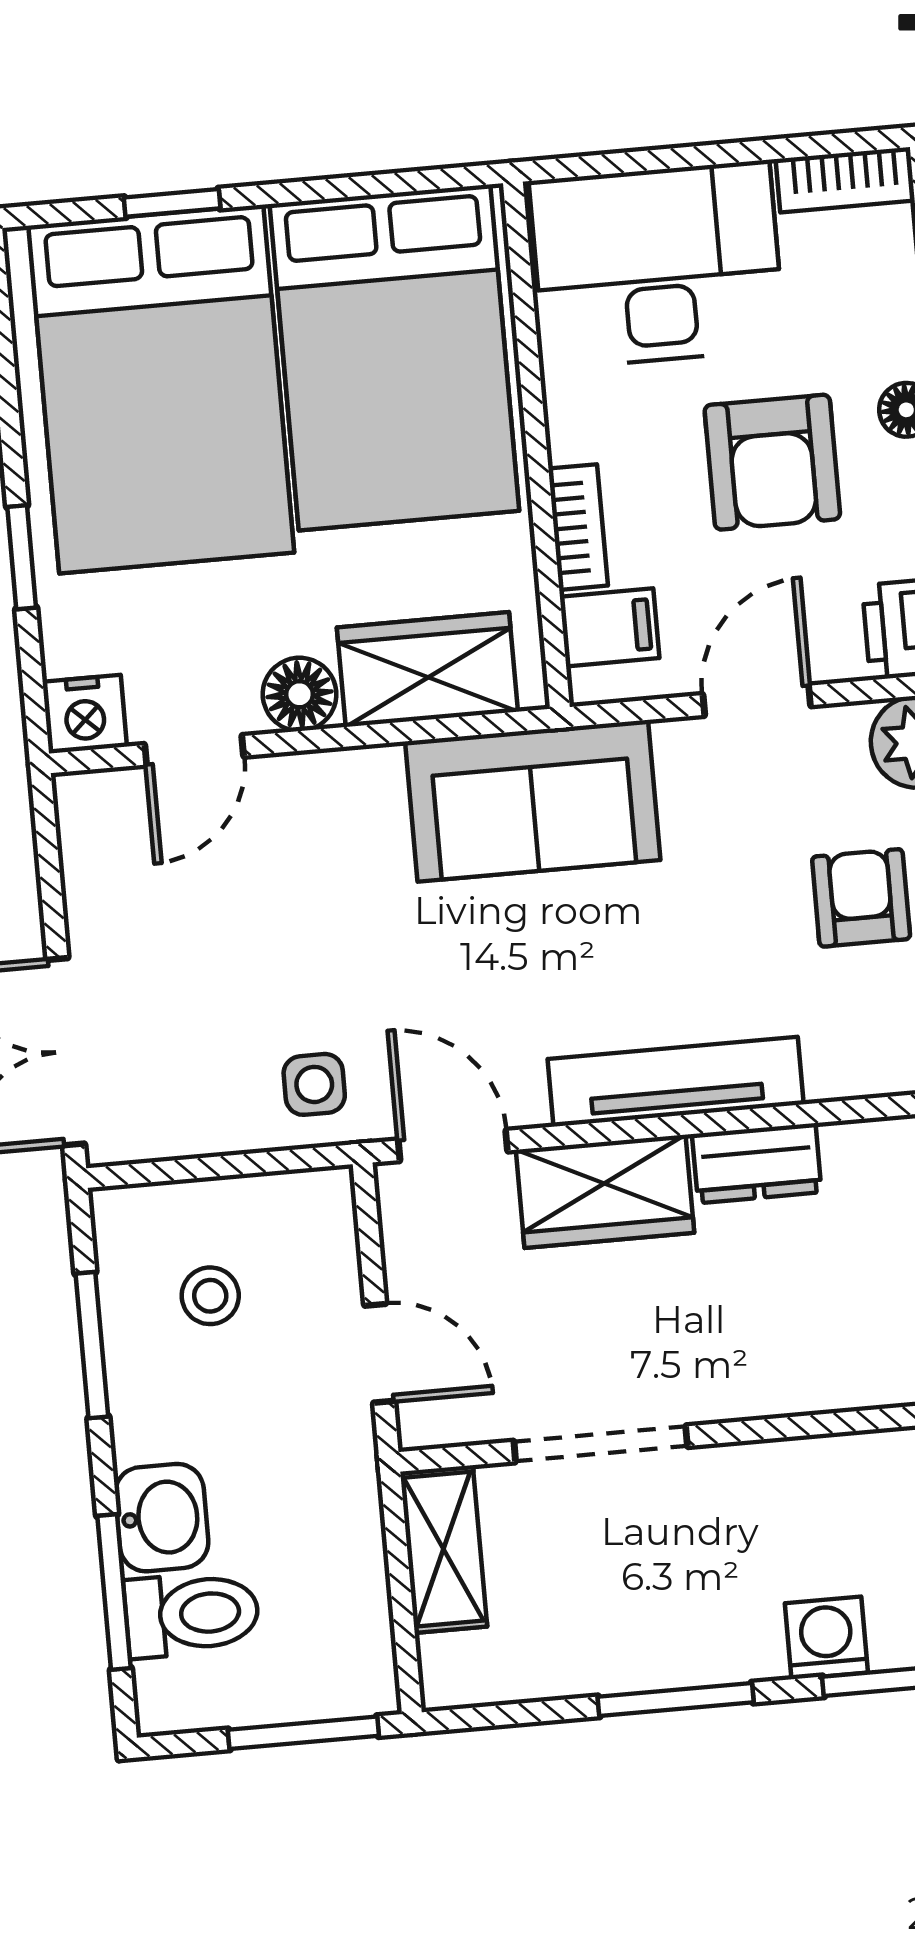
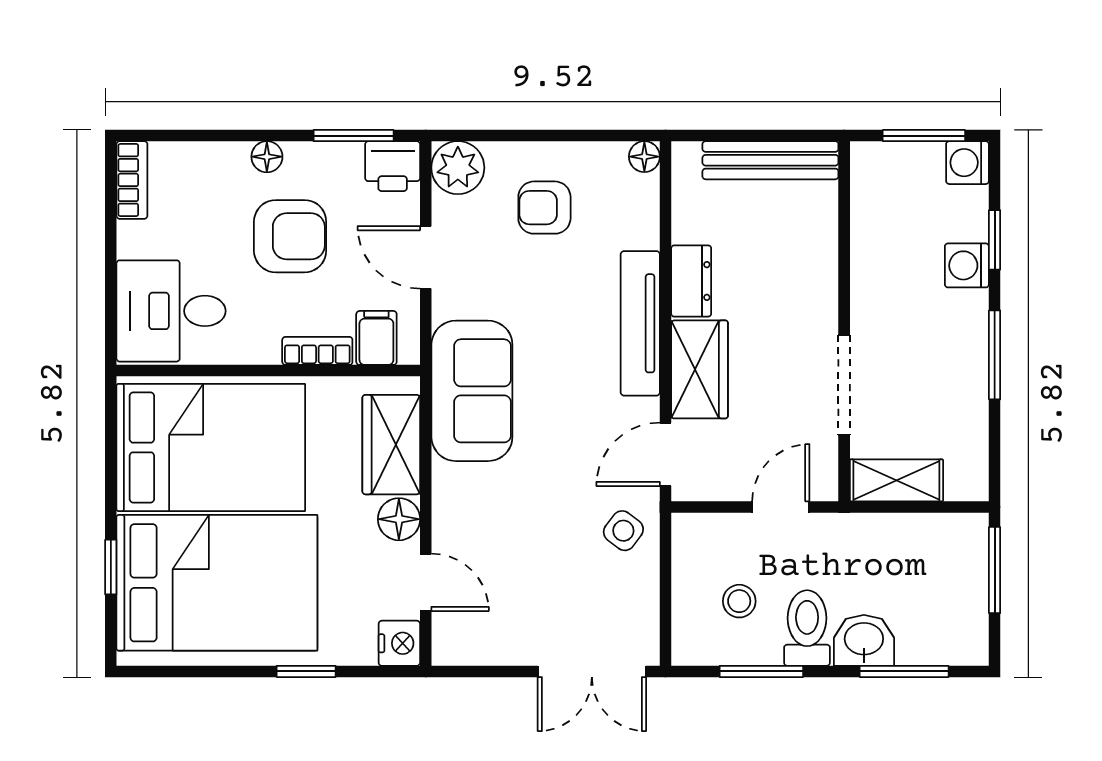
desk: (657, 265) -> (171, 311), width x0.73
side table: (314, 1084) -> (623, 531), turned 37
toilet: (192, 1614) -> (807, 628), moved

